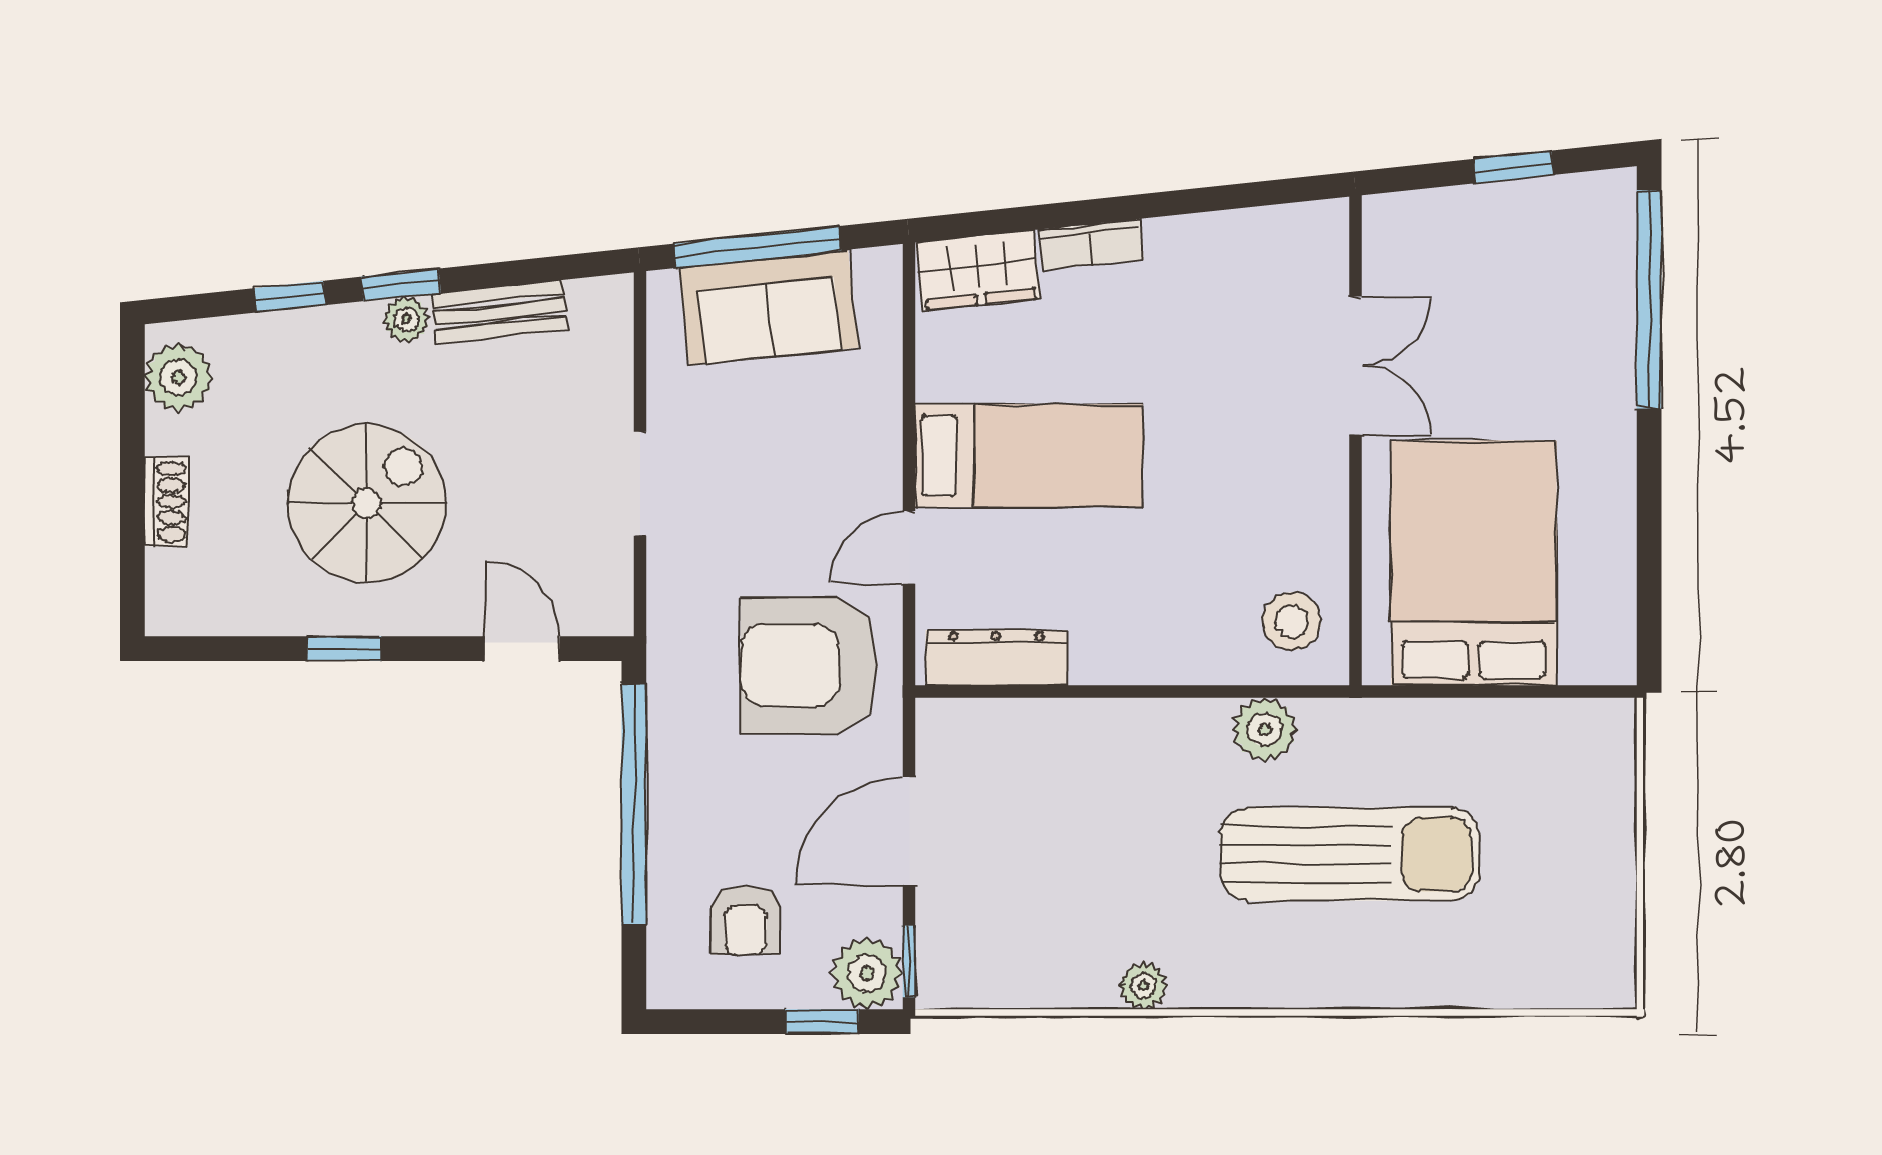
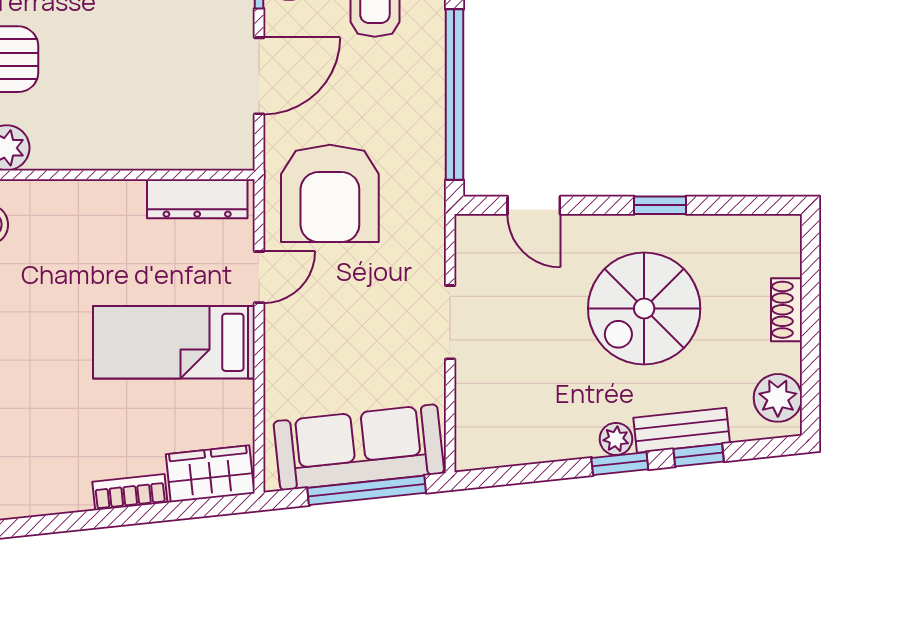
sofa: (768, 308) -> (359, 447), width x1.36
bench: (499, 312) -> (682, 430), moved
armchair: (809, 665) -> (330, 193), turned 90

